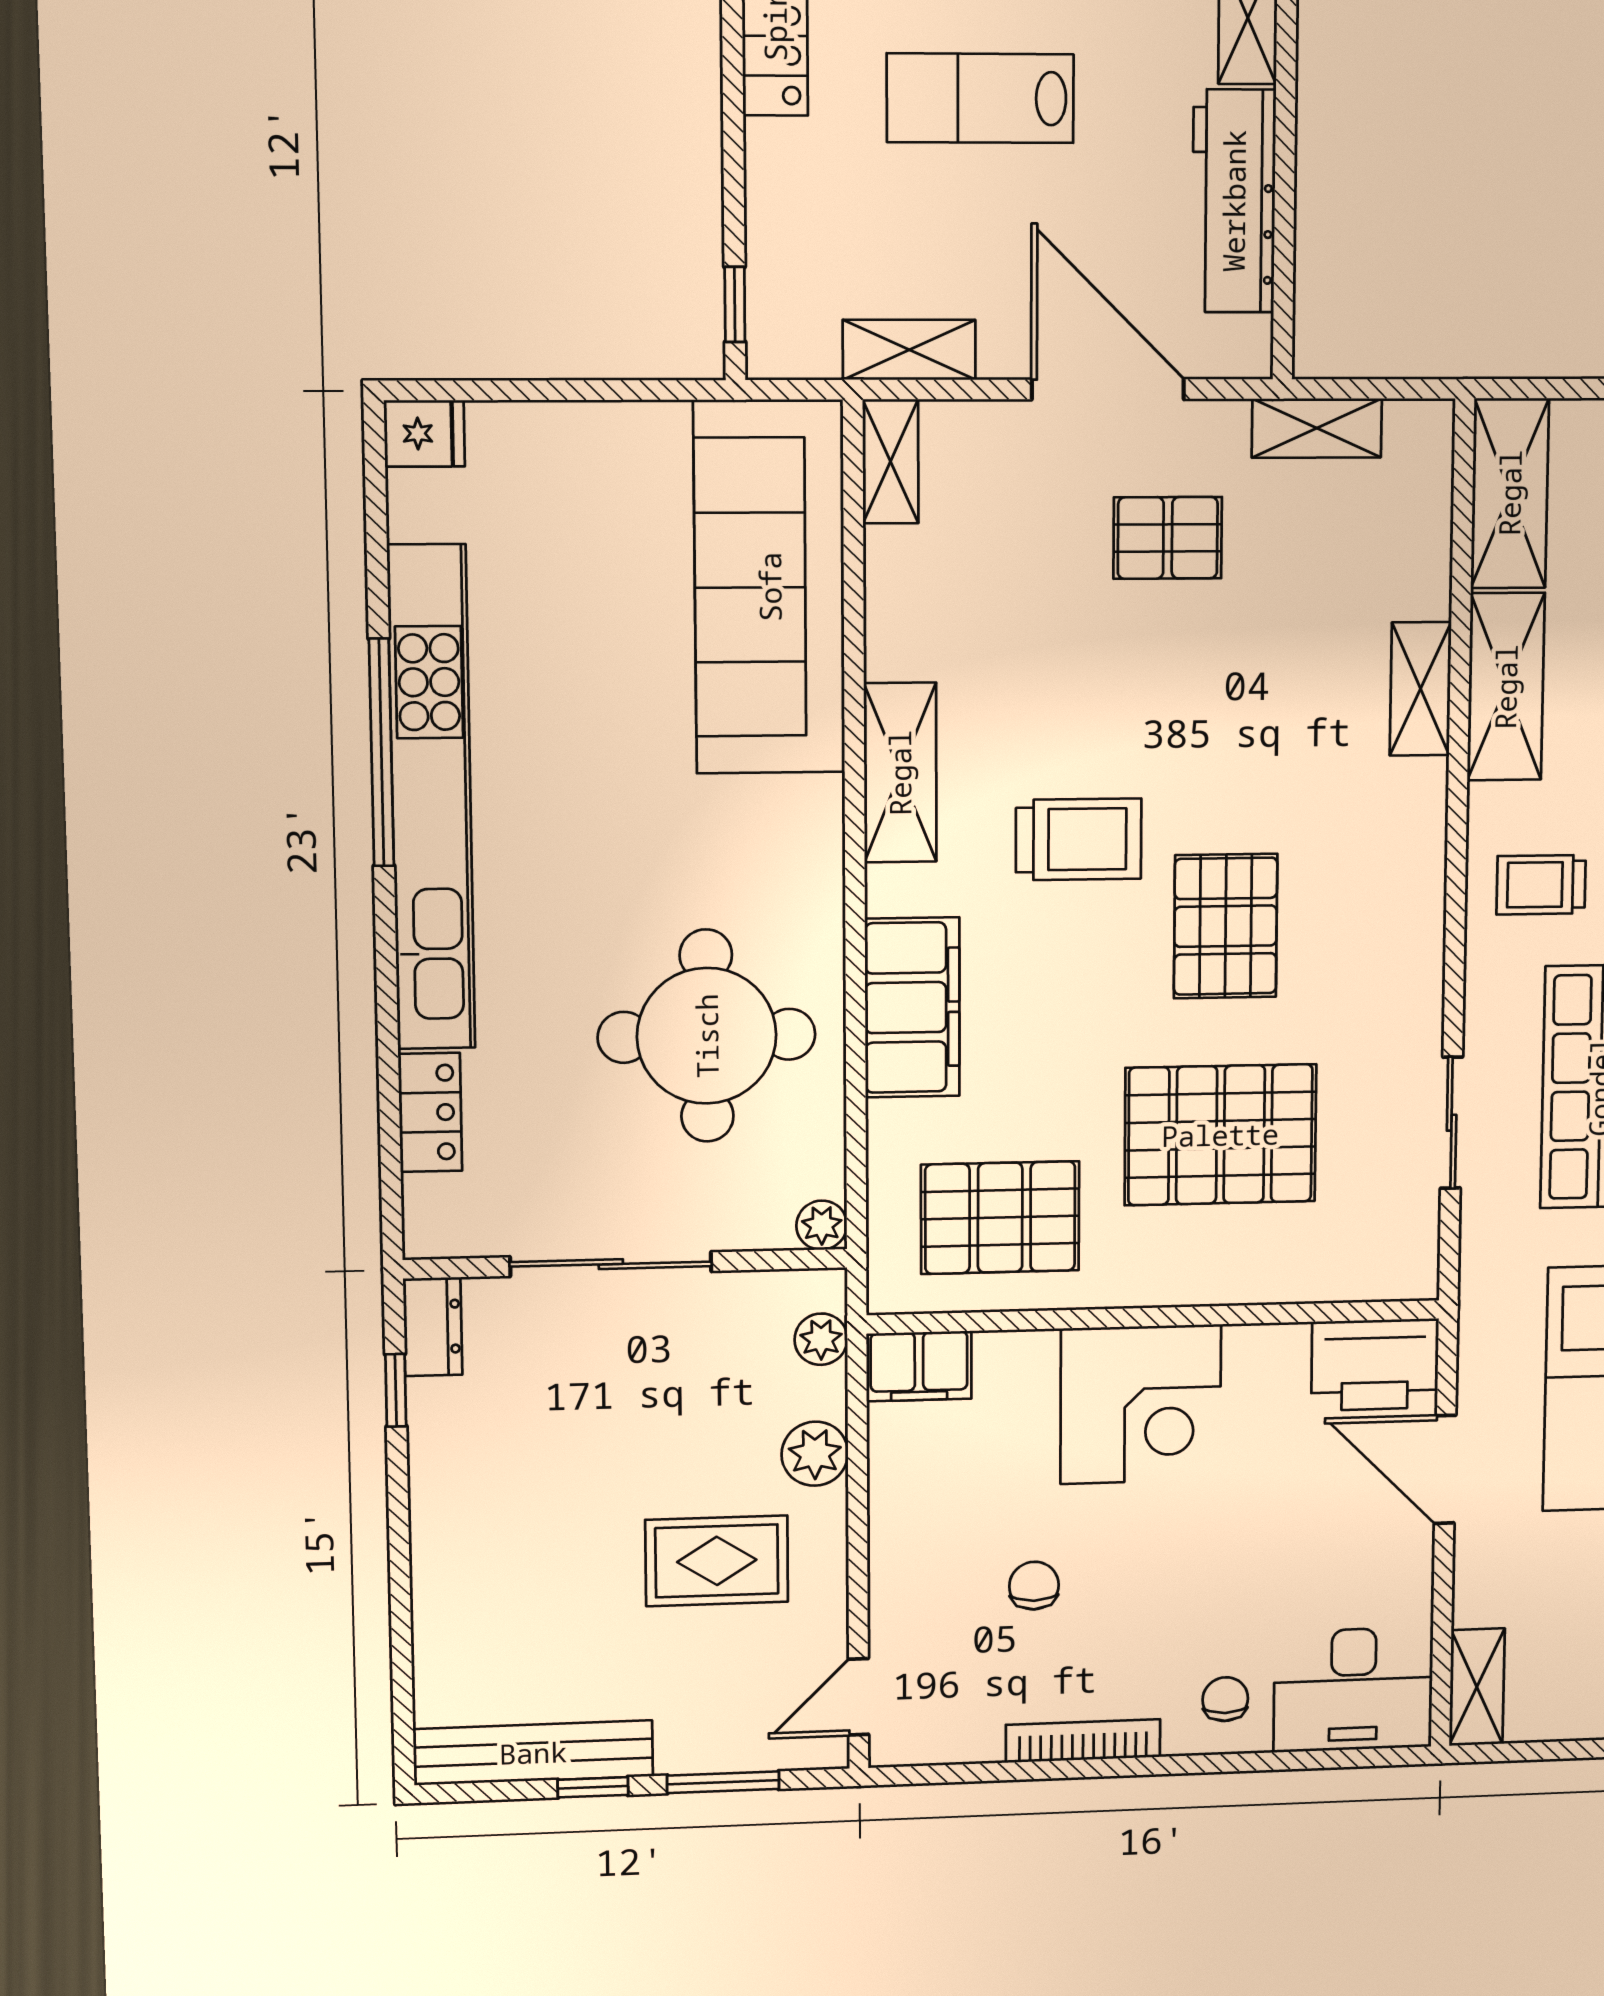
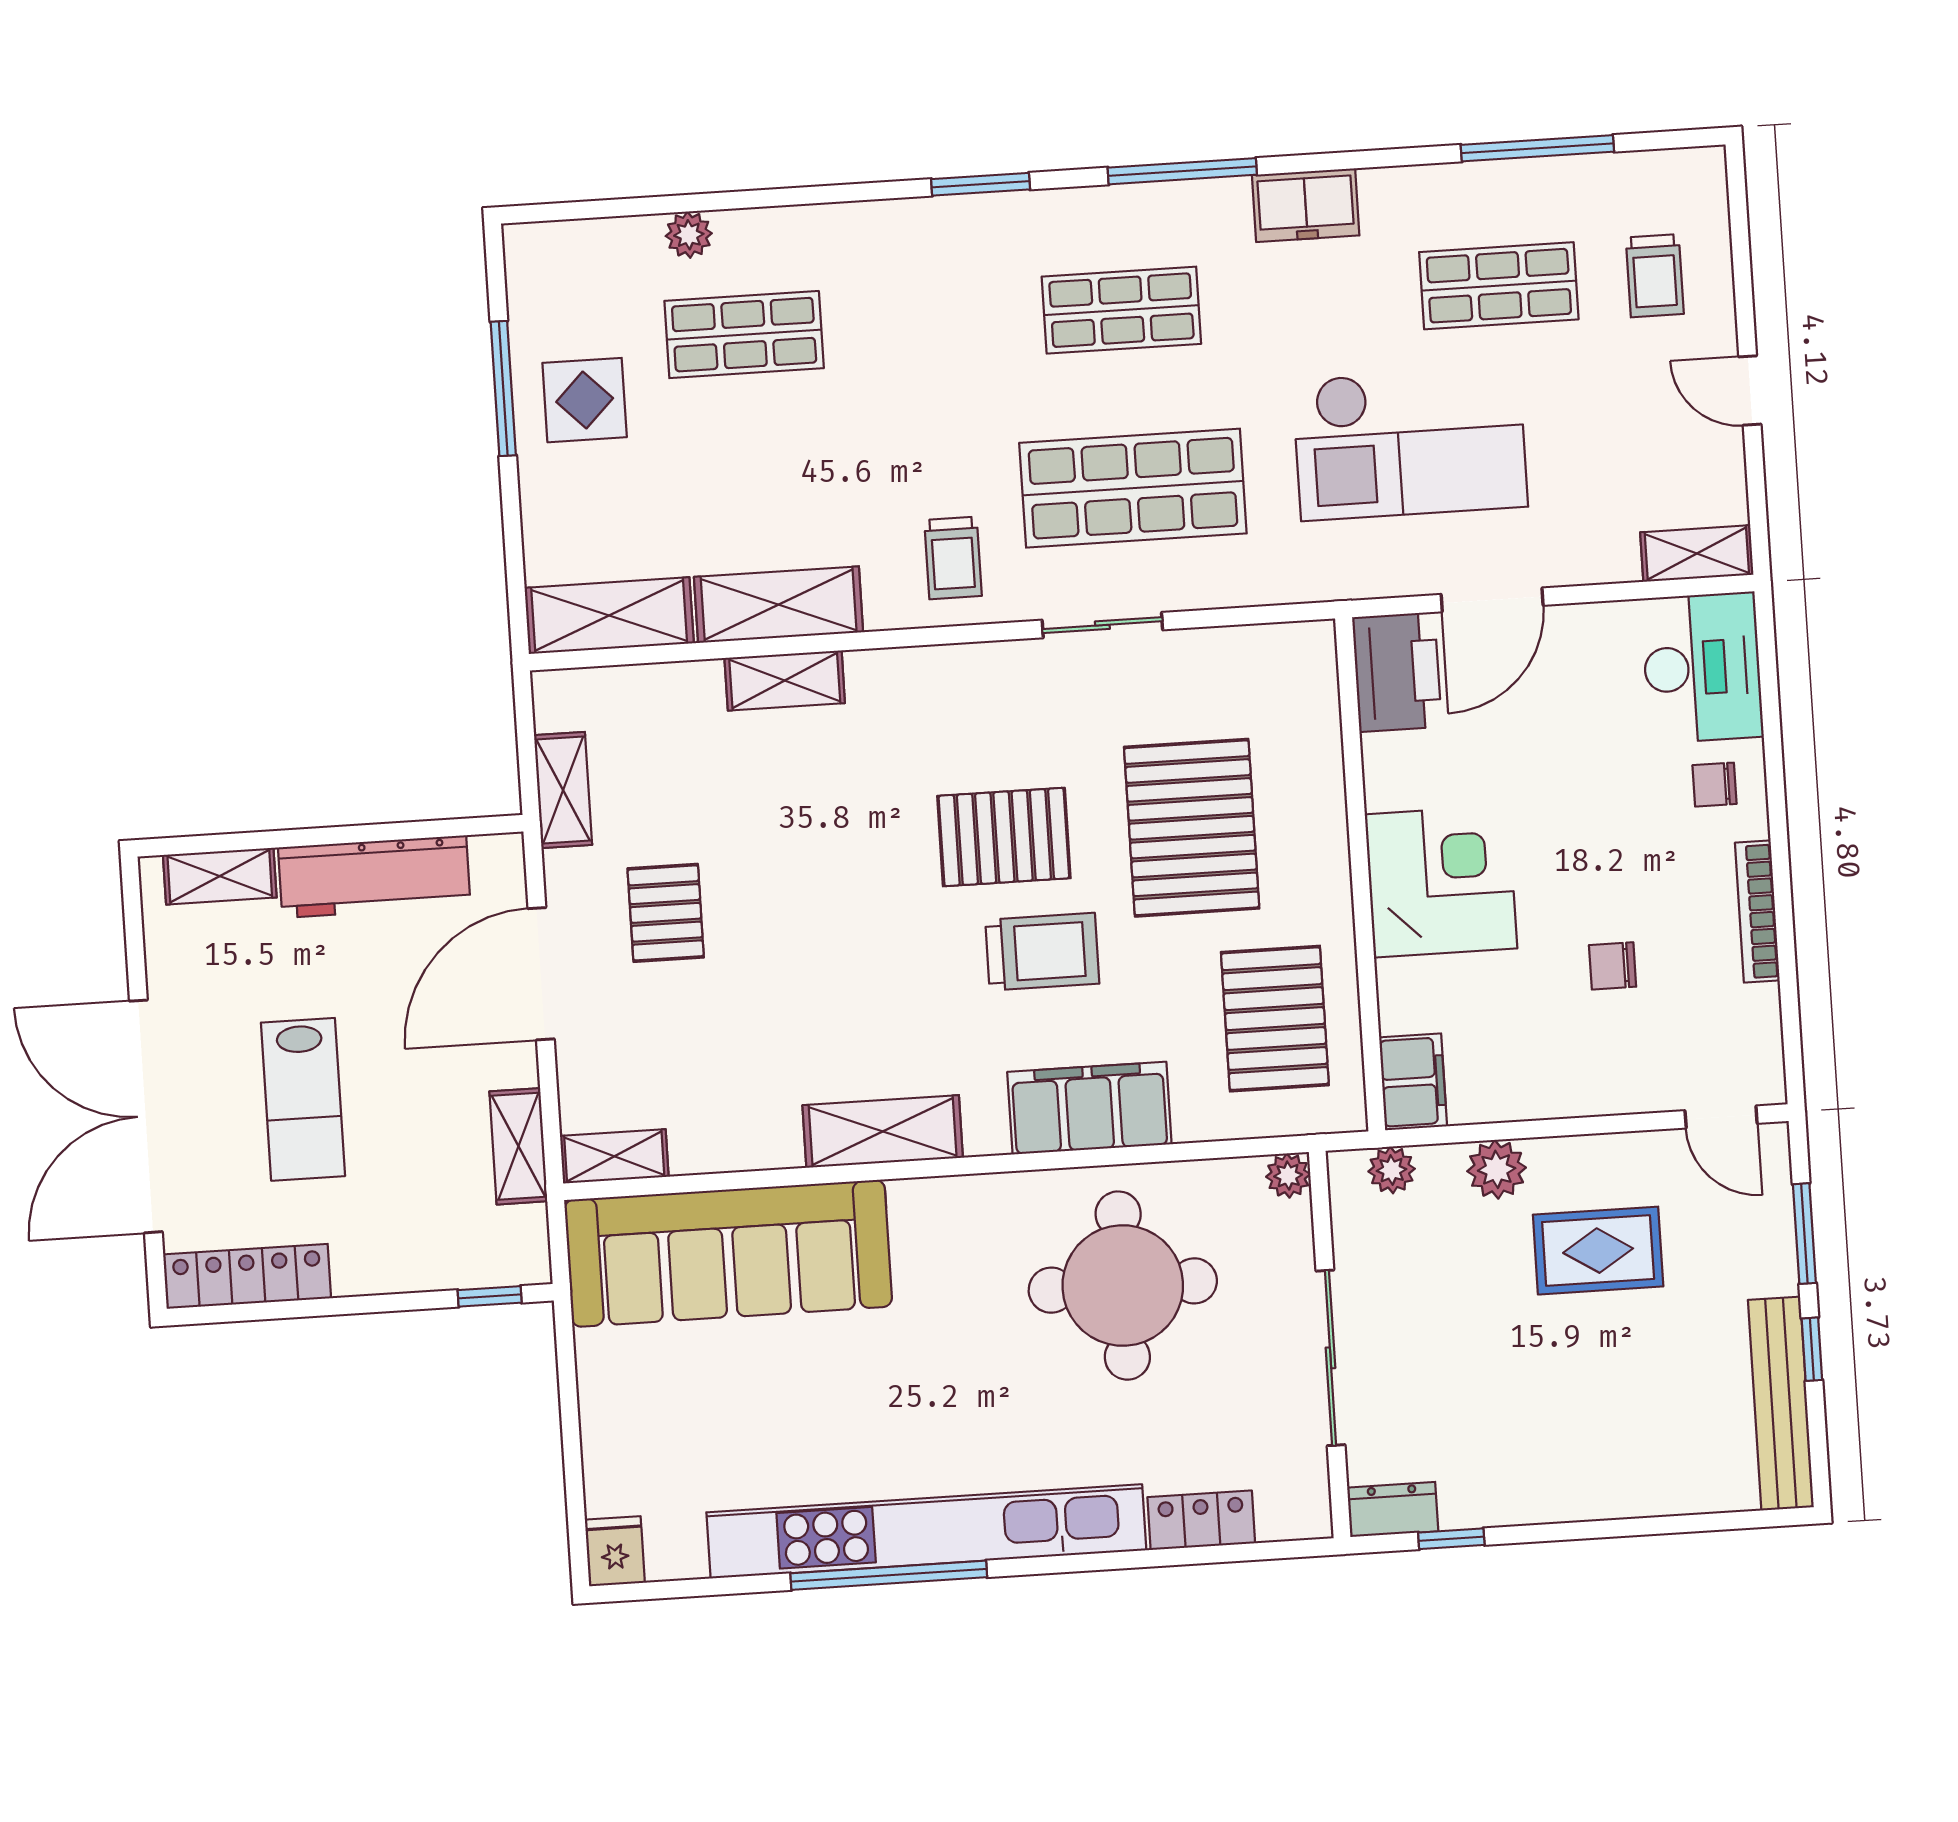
trolley: (1079, 839) -> (1042, 952), moved, turned 90
sliding door: (1452, 1123) -> (1102, 625), moved
rug: (717, 1561) -> (1598, 1251), turned 90

